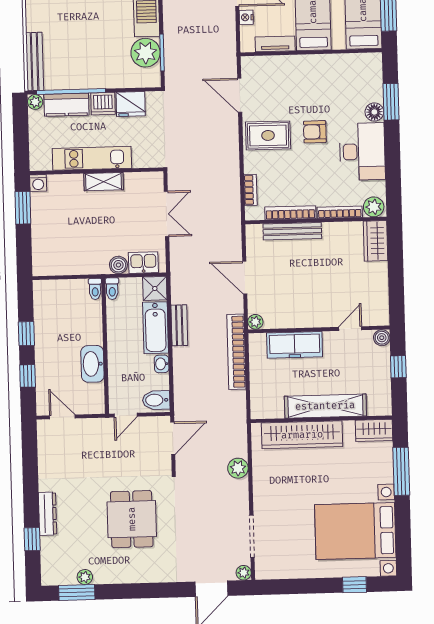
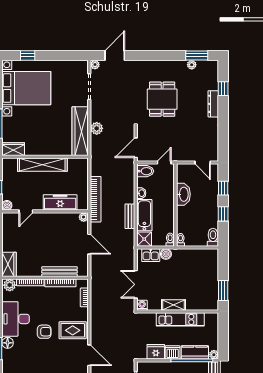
washing machine: (38, 183) -> (142, 305), moved
toilet: (42, 295) -> (213, 237), added
wardrobe: (302, 435) -> (80, 131), moved, turned -90

